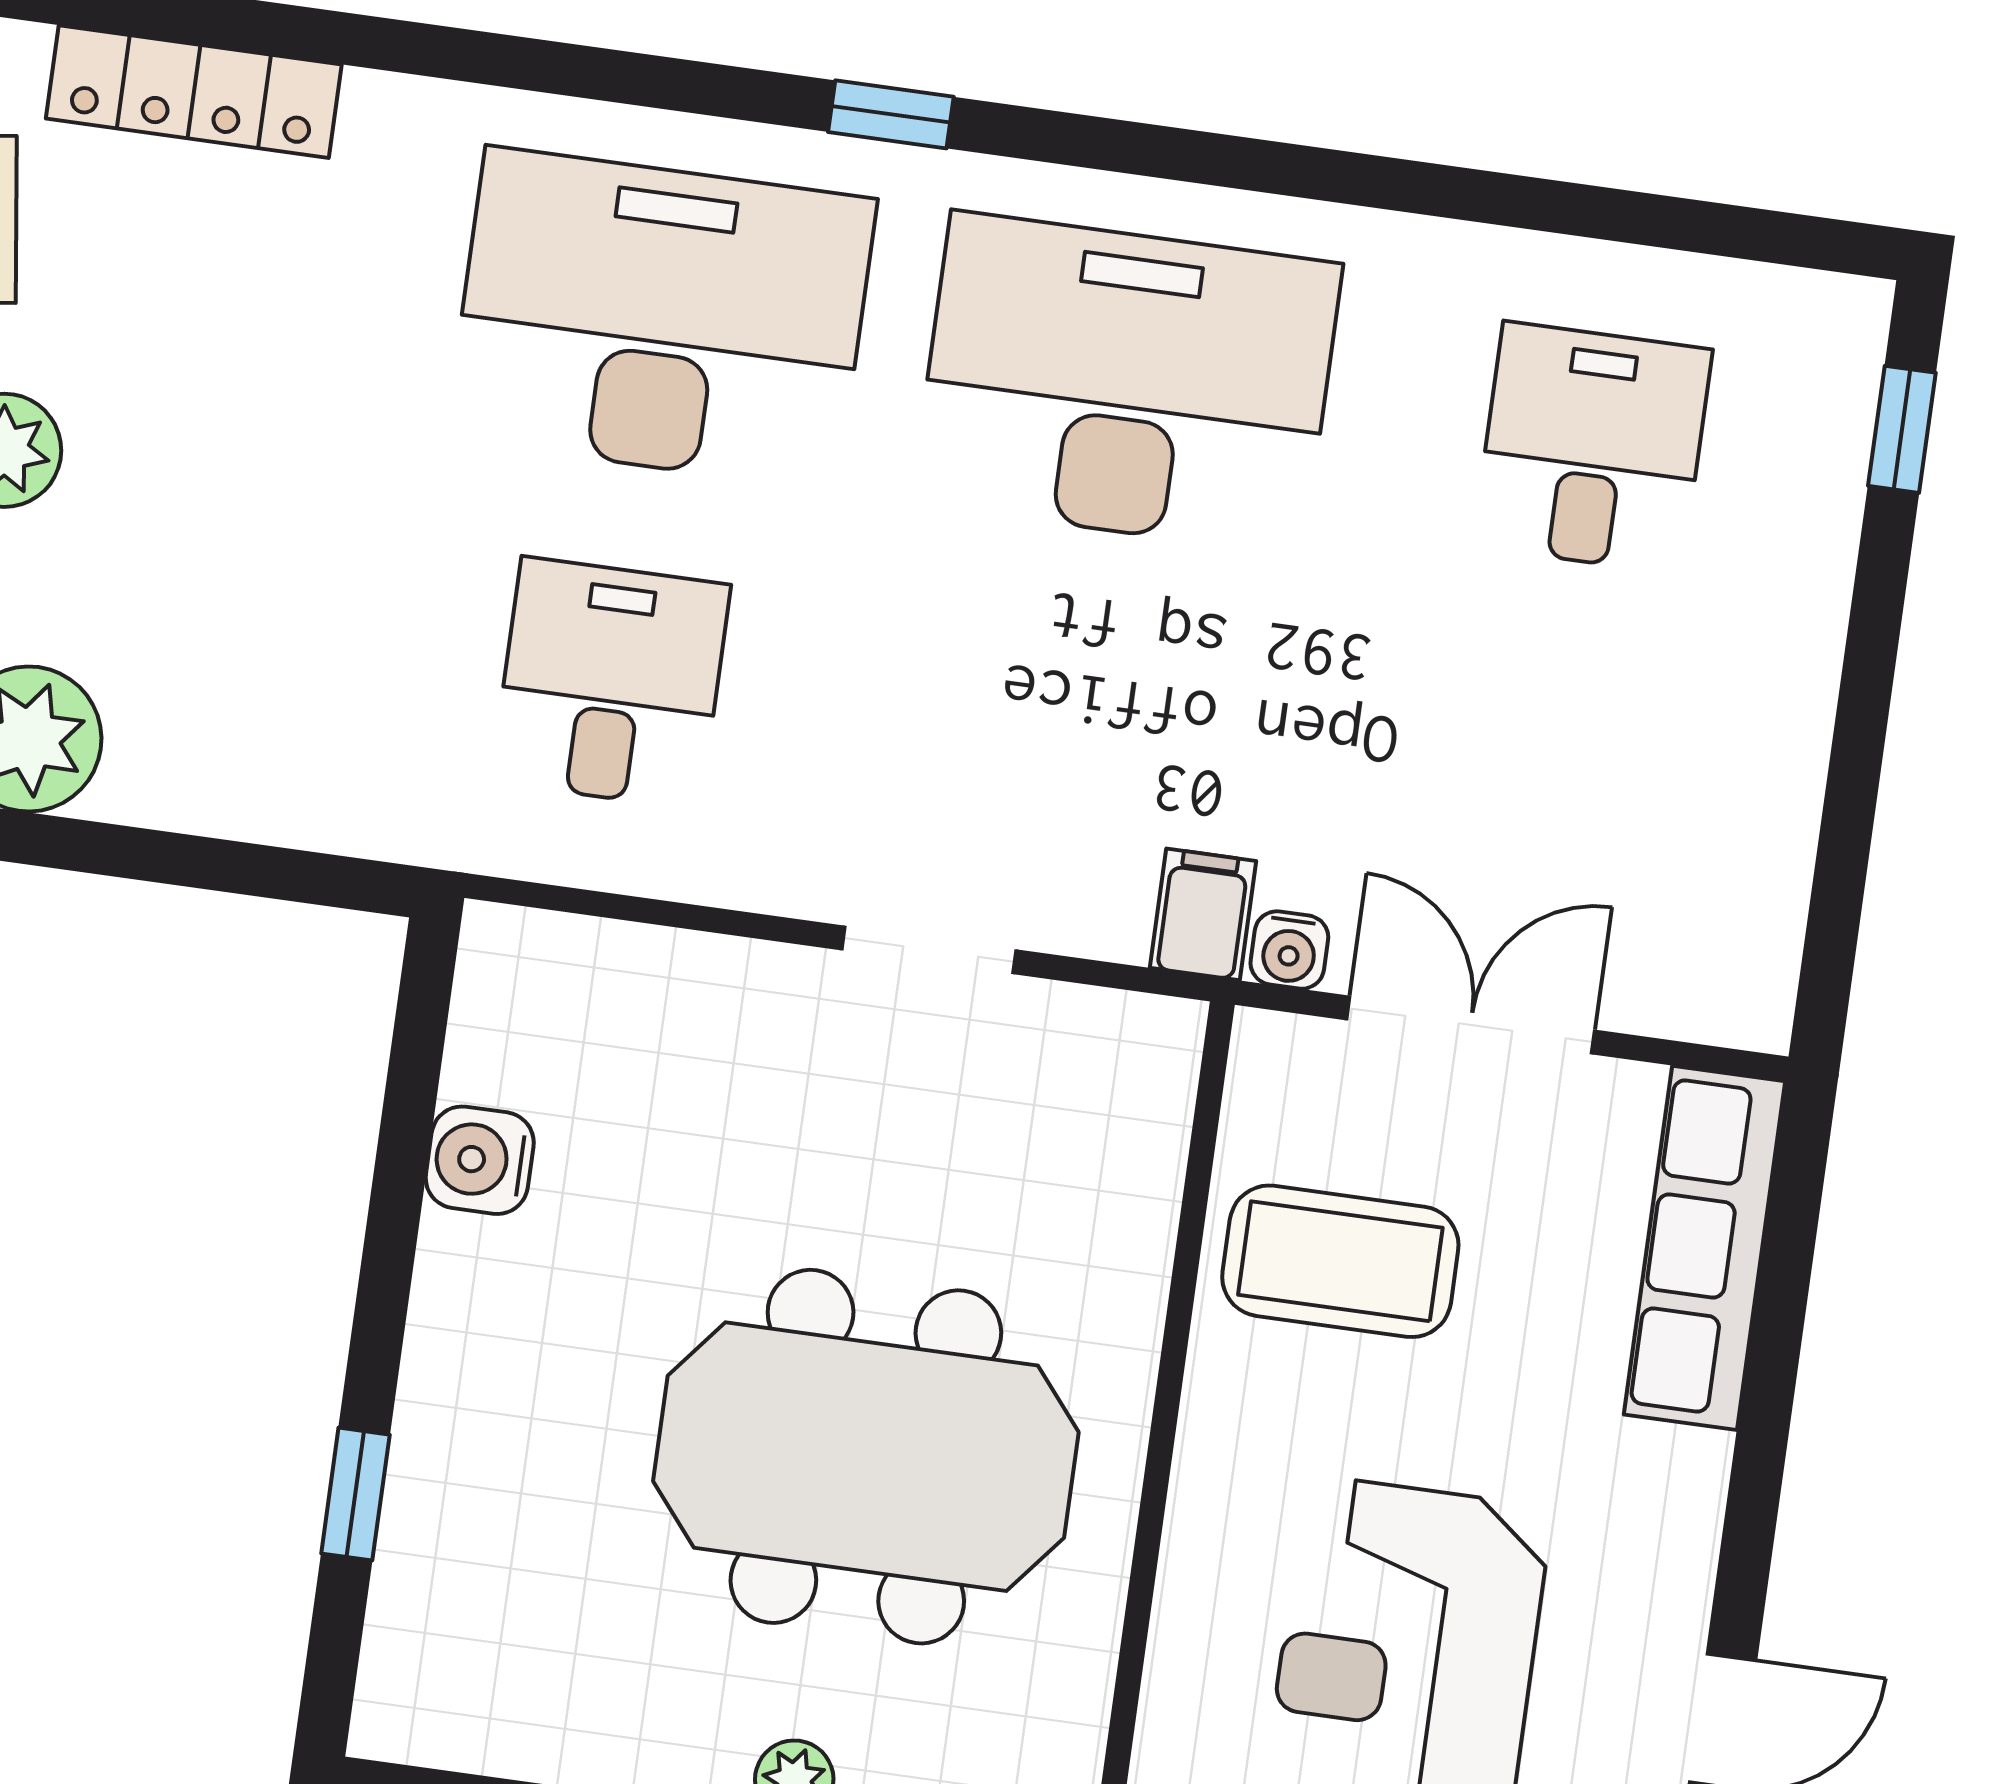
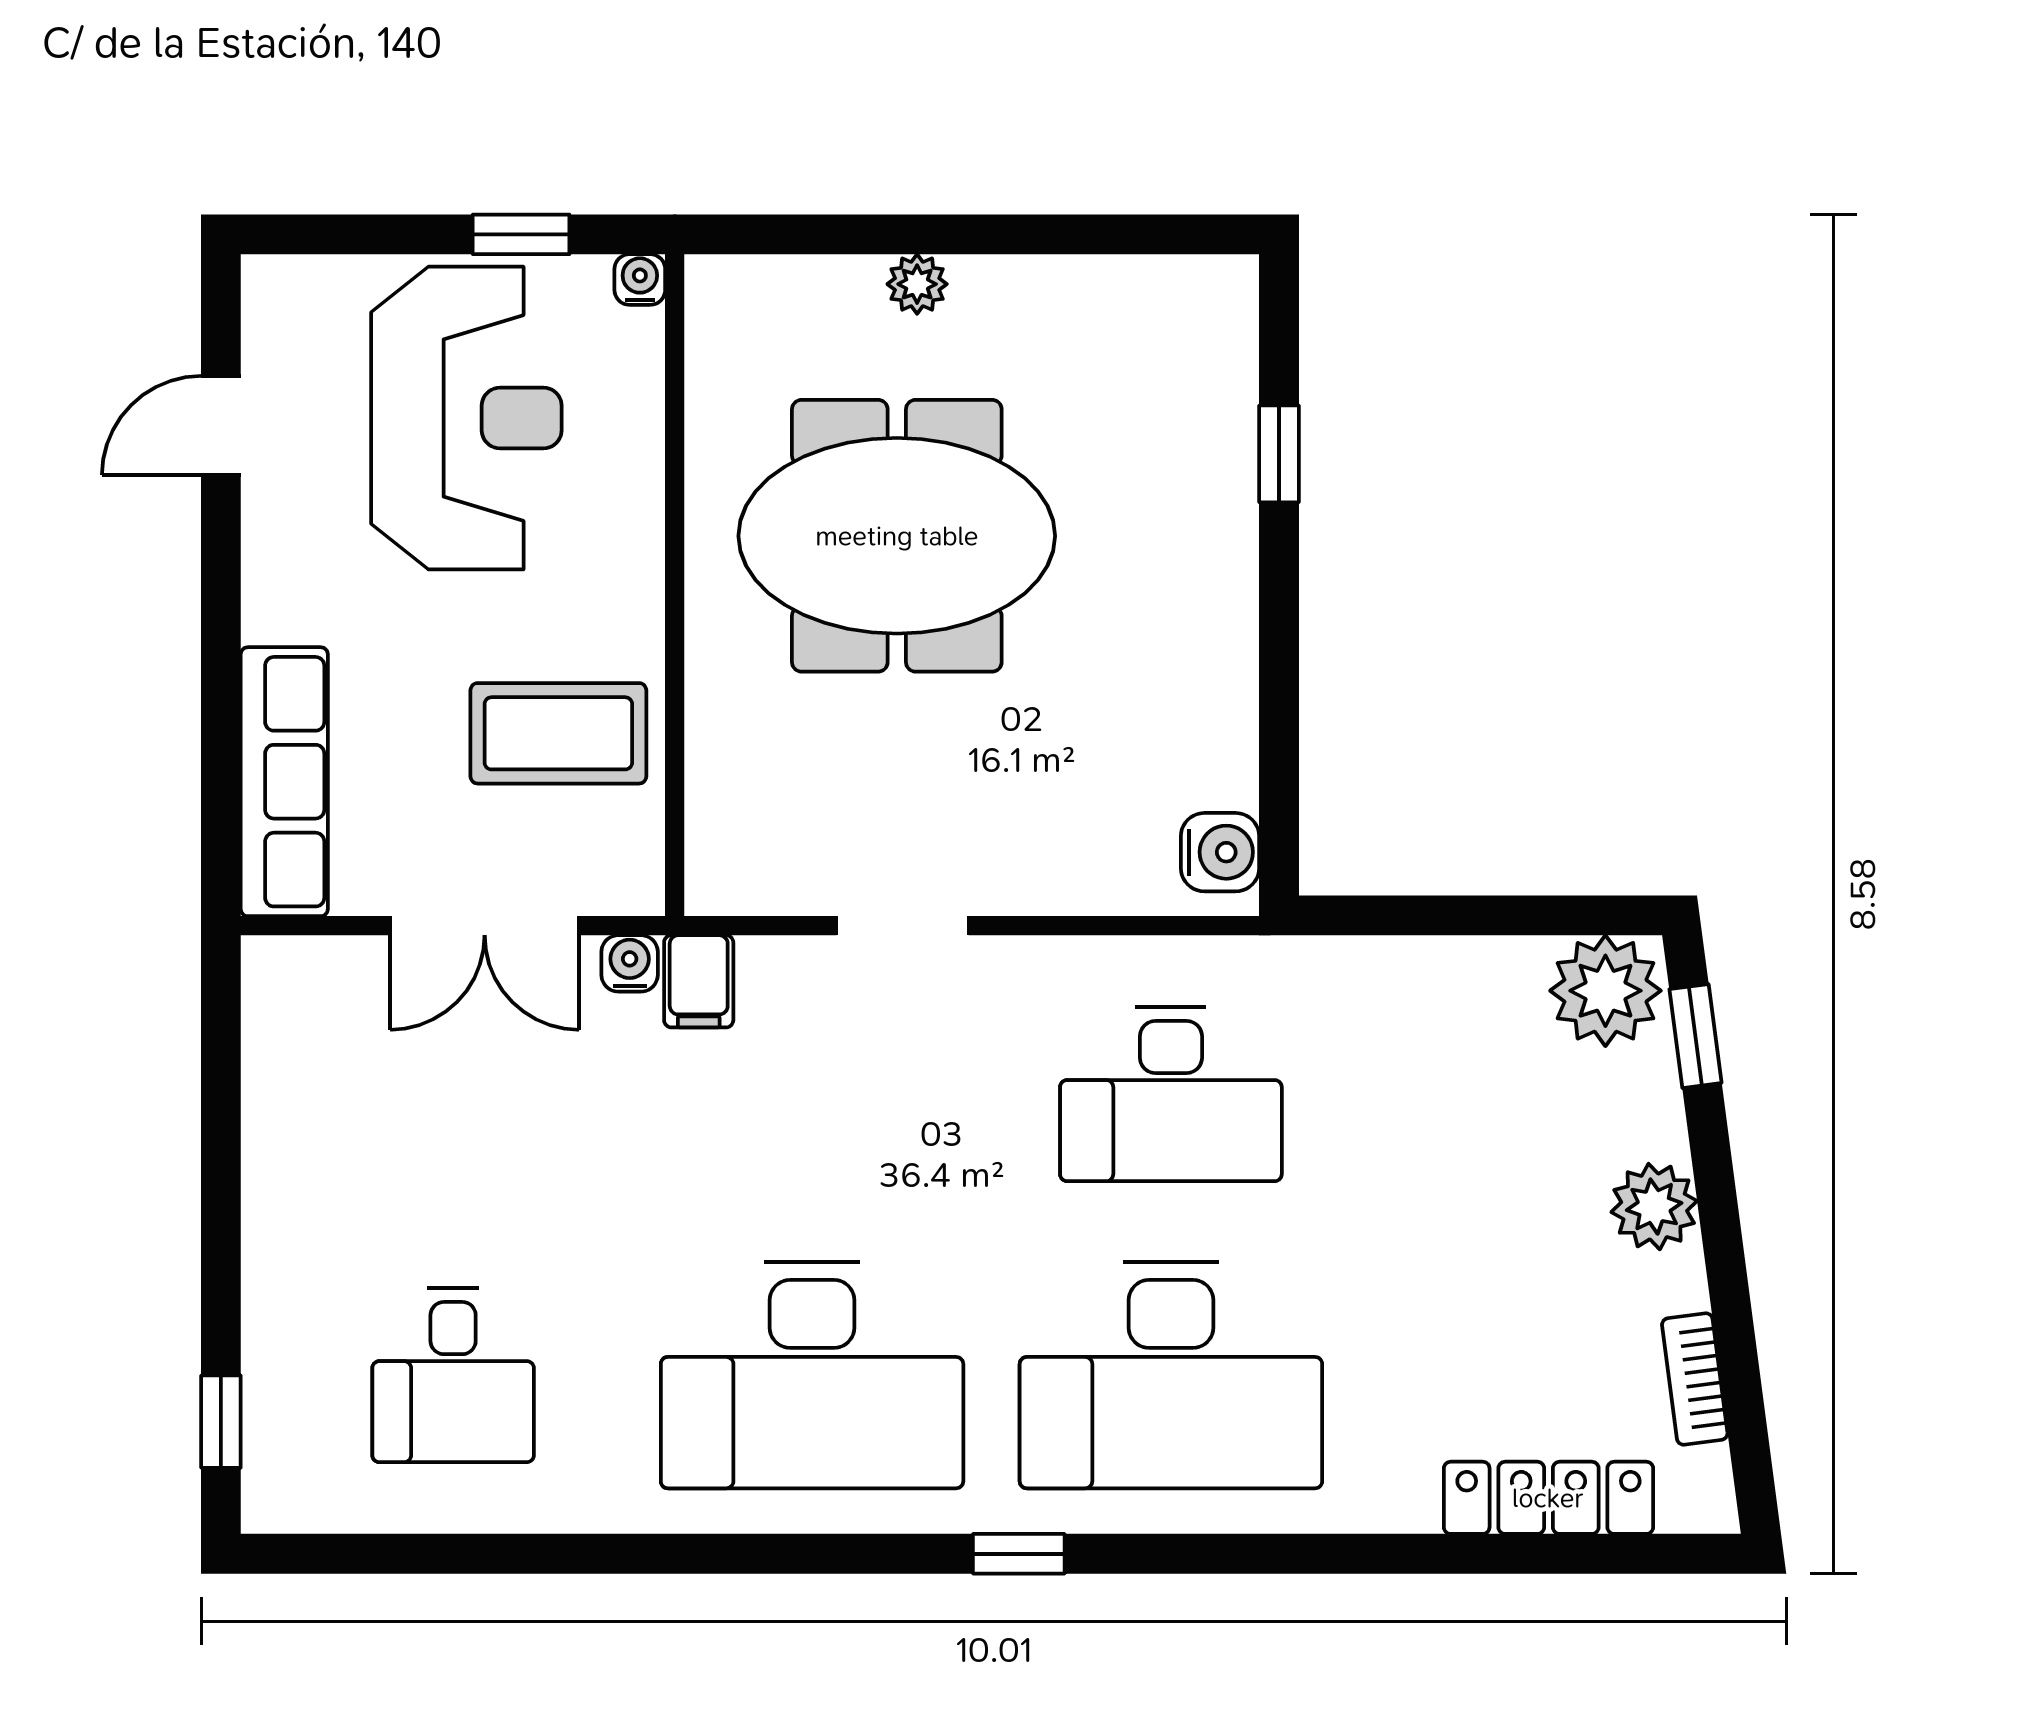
desk: (611, 683) -> (1171, 1094), width x1.37
water cooler: (480, 1160) -> (1220, 852), moved

